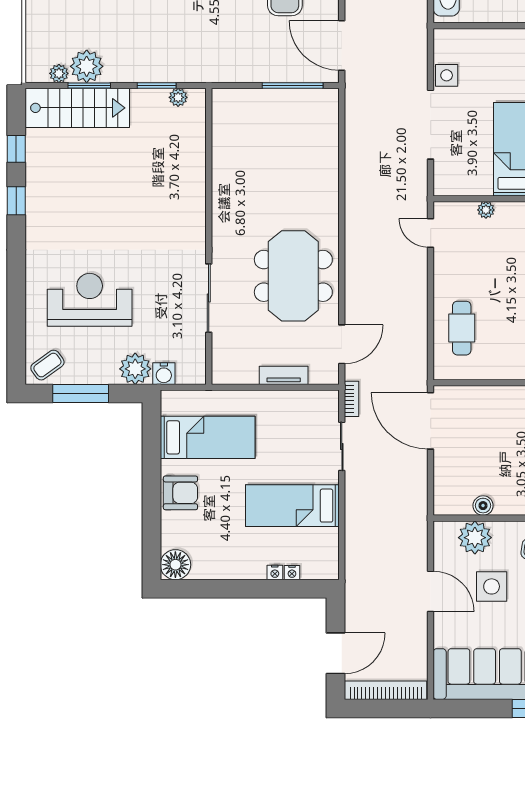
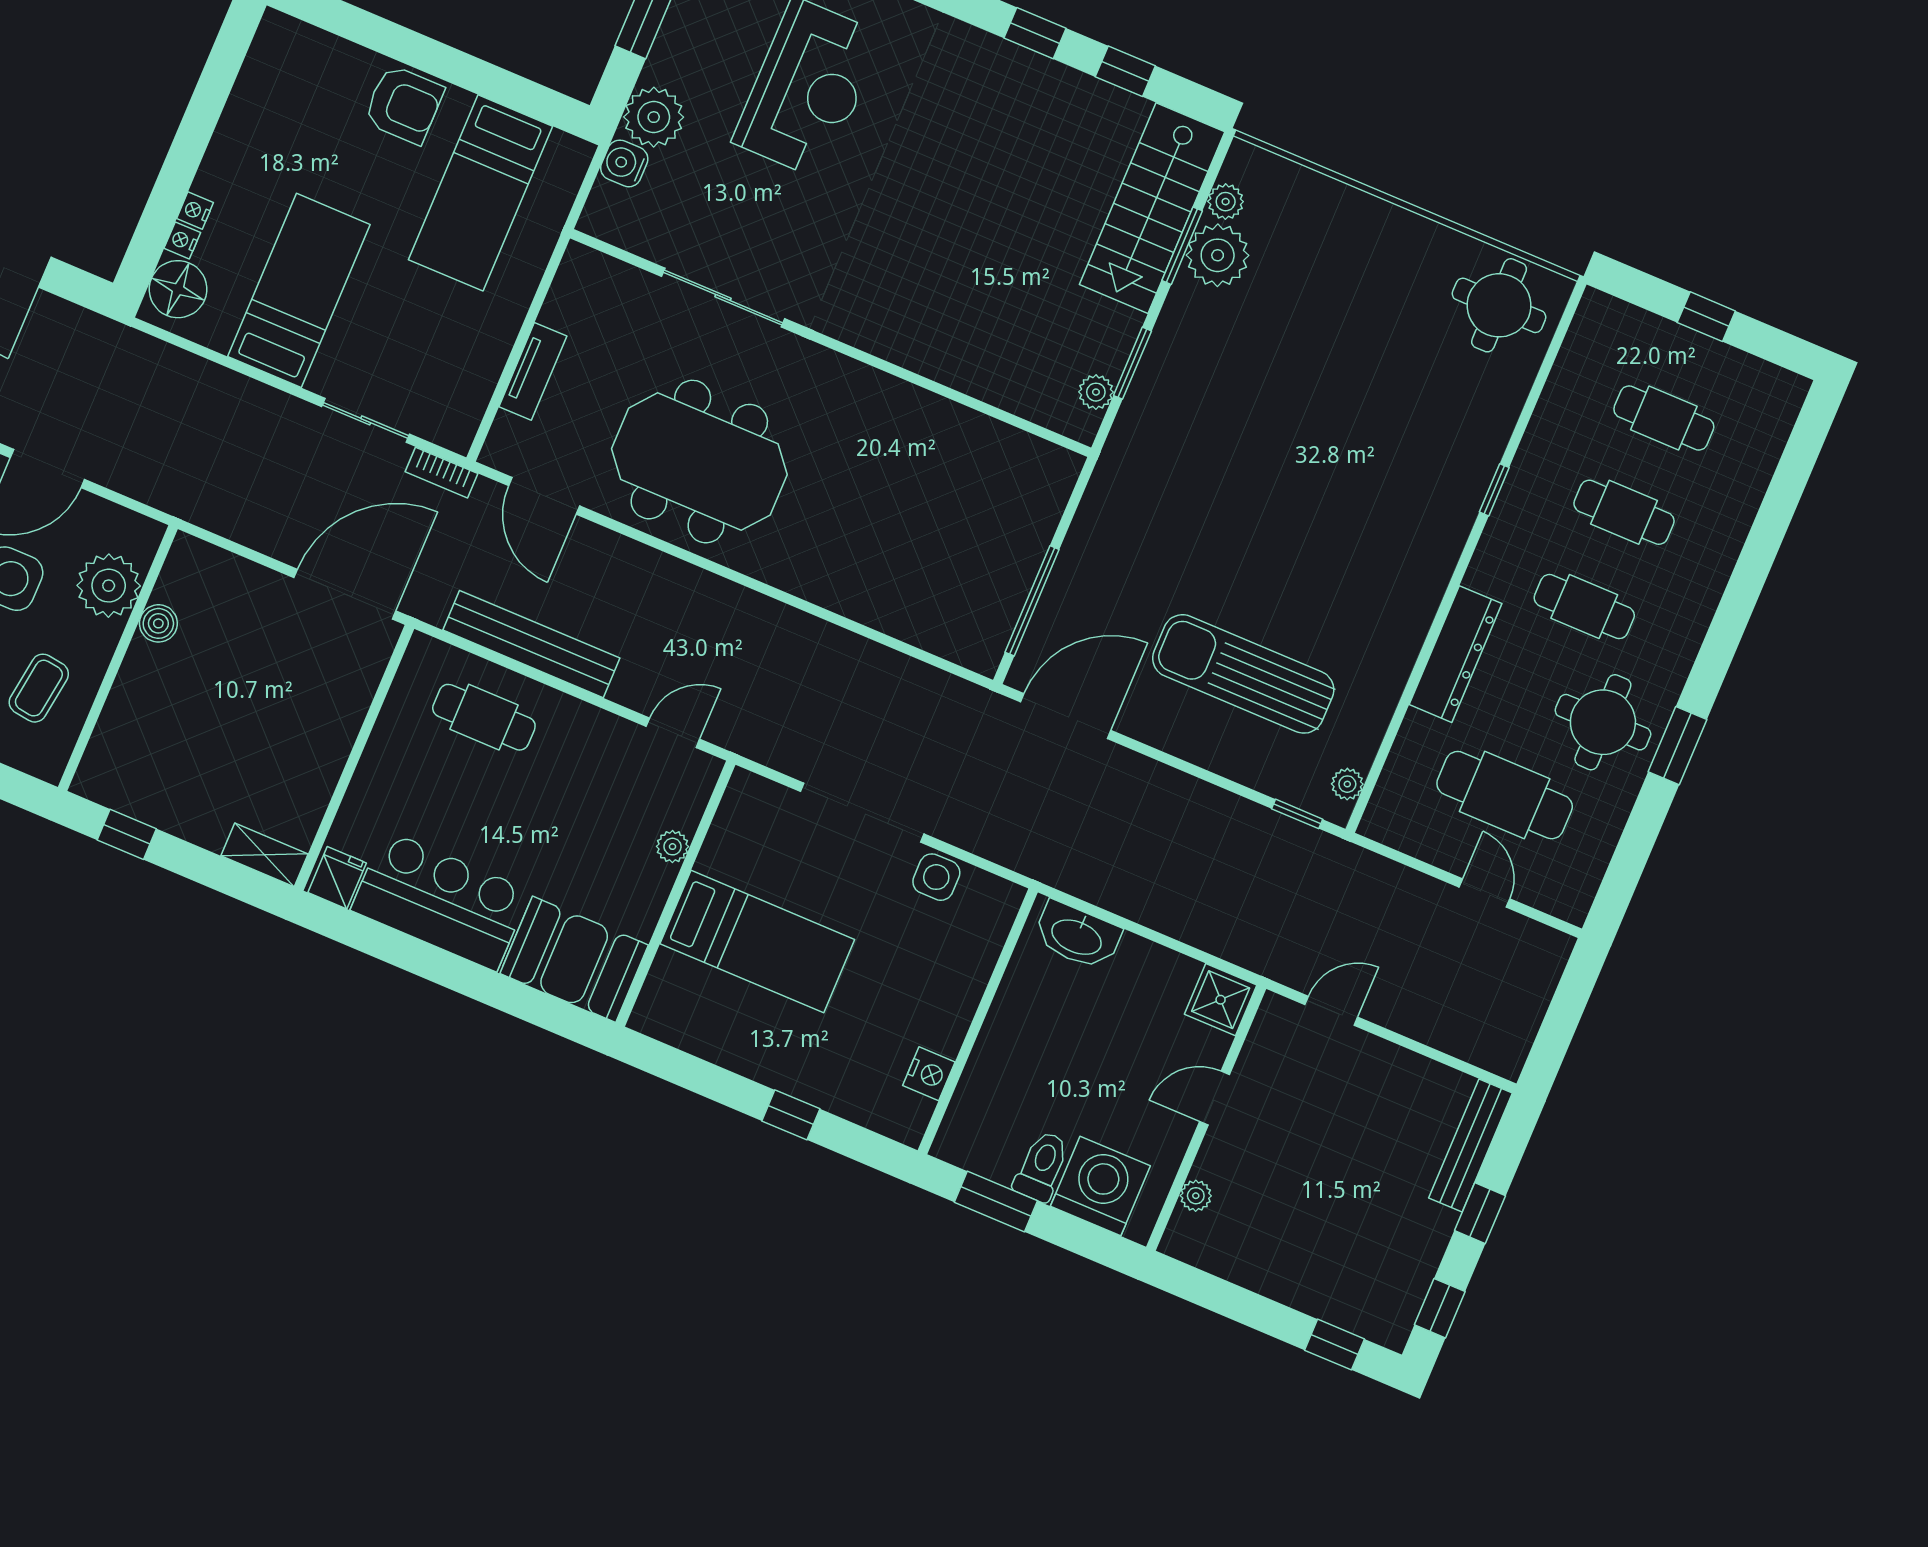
bench: (416, 320) -> (531, 644), added
armchair: (180, 493) -> (404, 104), turned -90
floor lamp: (175, 565) -> (178, 289), moved

